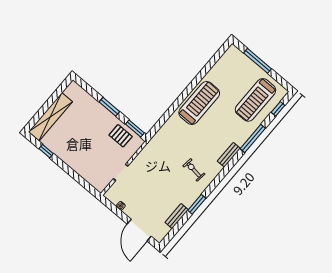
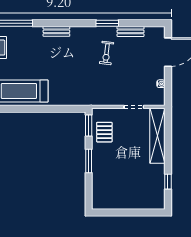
shelving: (50, 117) -> (157, 136), moved, turned 90
bench: (229, 155) -> (56, 31), moved
exercise bike: (194, 170) -> (107, 53), moved

